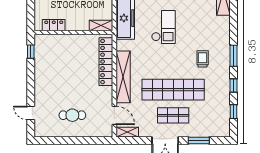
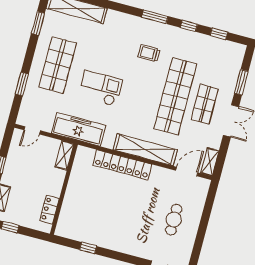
locker: (54, 25) -> (49, 209), moved
shelving: (101, 26) -> (64, 155), moved
wall: (73, 32) -> (64, 189), moved

